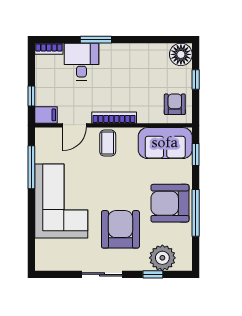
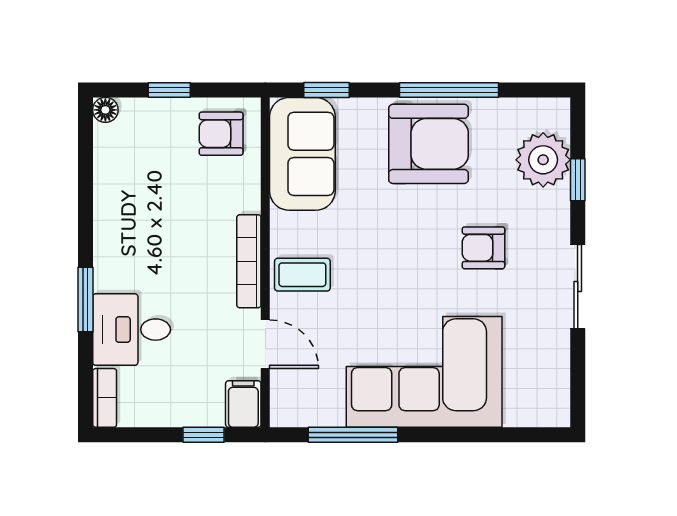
floor lamp: (181, 54) -> (105, 110), width x0.53, depth x0.53
armchair: (170, 203) -> (429, 144), turned -90
armchair: (120, 229) -> (483, 248), width x0.53, depth x0.53

